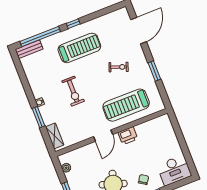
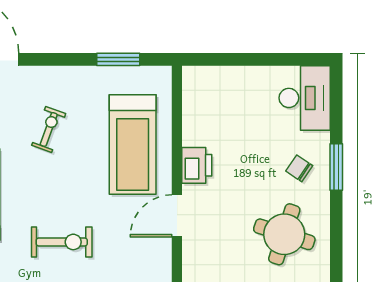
window: (154, 71) -> (118, 59), moved
door: (103, 136) -> (177, 216), swing flipped

